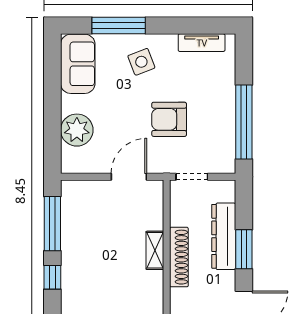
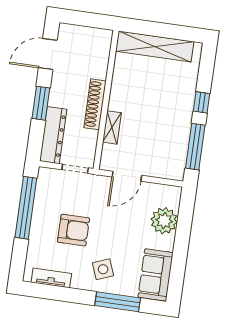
armchair: (169, 119) -> (73, 230), moved
dresser: (224, 236) -> (53, 135), moved
shelving: (155, 250) -> (112, 127), moved

